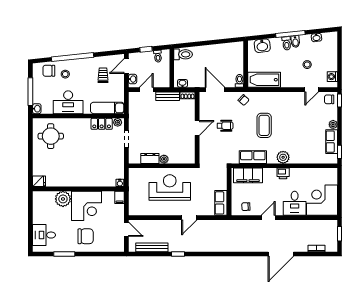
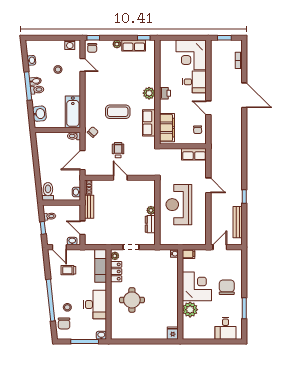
round table: (51, 136) -> (132, 300), moved

